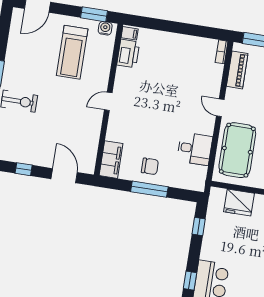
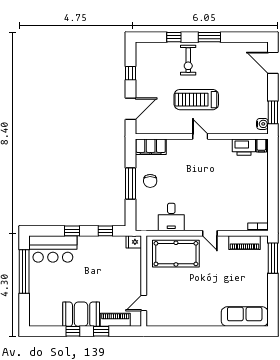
treadmill: (72, 52) -> (196, 100), moved
door: (220, 108) -> (210, 233), swing flipped
fridge: (239, 203) -> (134, 242), moved, width x0.53, depth x0.75
window: (190, 281) -> (72, 231), moved

